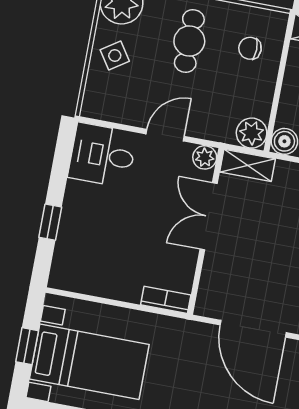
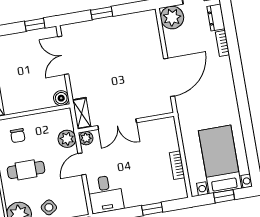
plant: (252, 133) -> (67, 139), moved
door: (165, 135) -> (82, 164), hinge flipped
bookcase: (166, 300) -> (177, 165), moved

